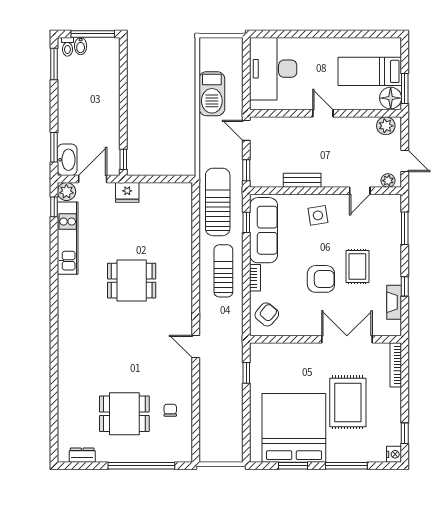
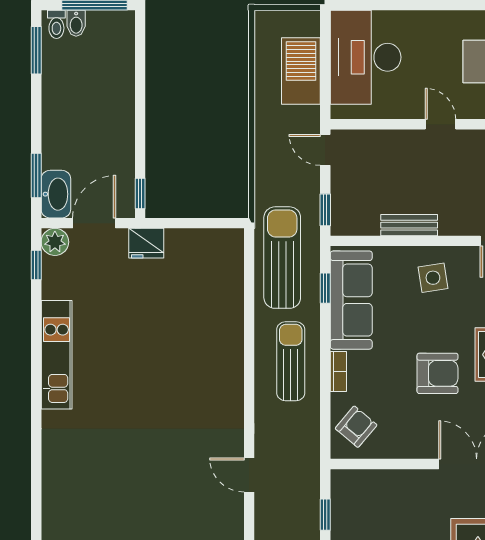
barbecue: (212, 94) -> (301, 71), moved, turned 180
kitchen unit: (68, 238) -> (57, 355), moved
dining table: (132, 281) -> (153, 376), removed

